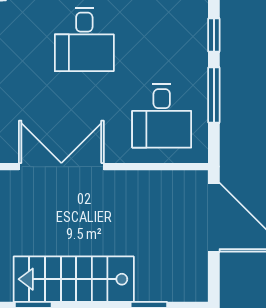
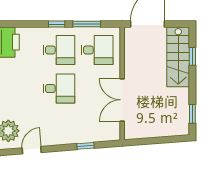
desk: (162, 39) -> (59, 50), added
stairs: (74, 279) -> (178, 57), moved

